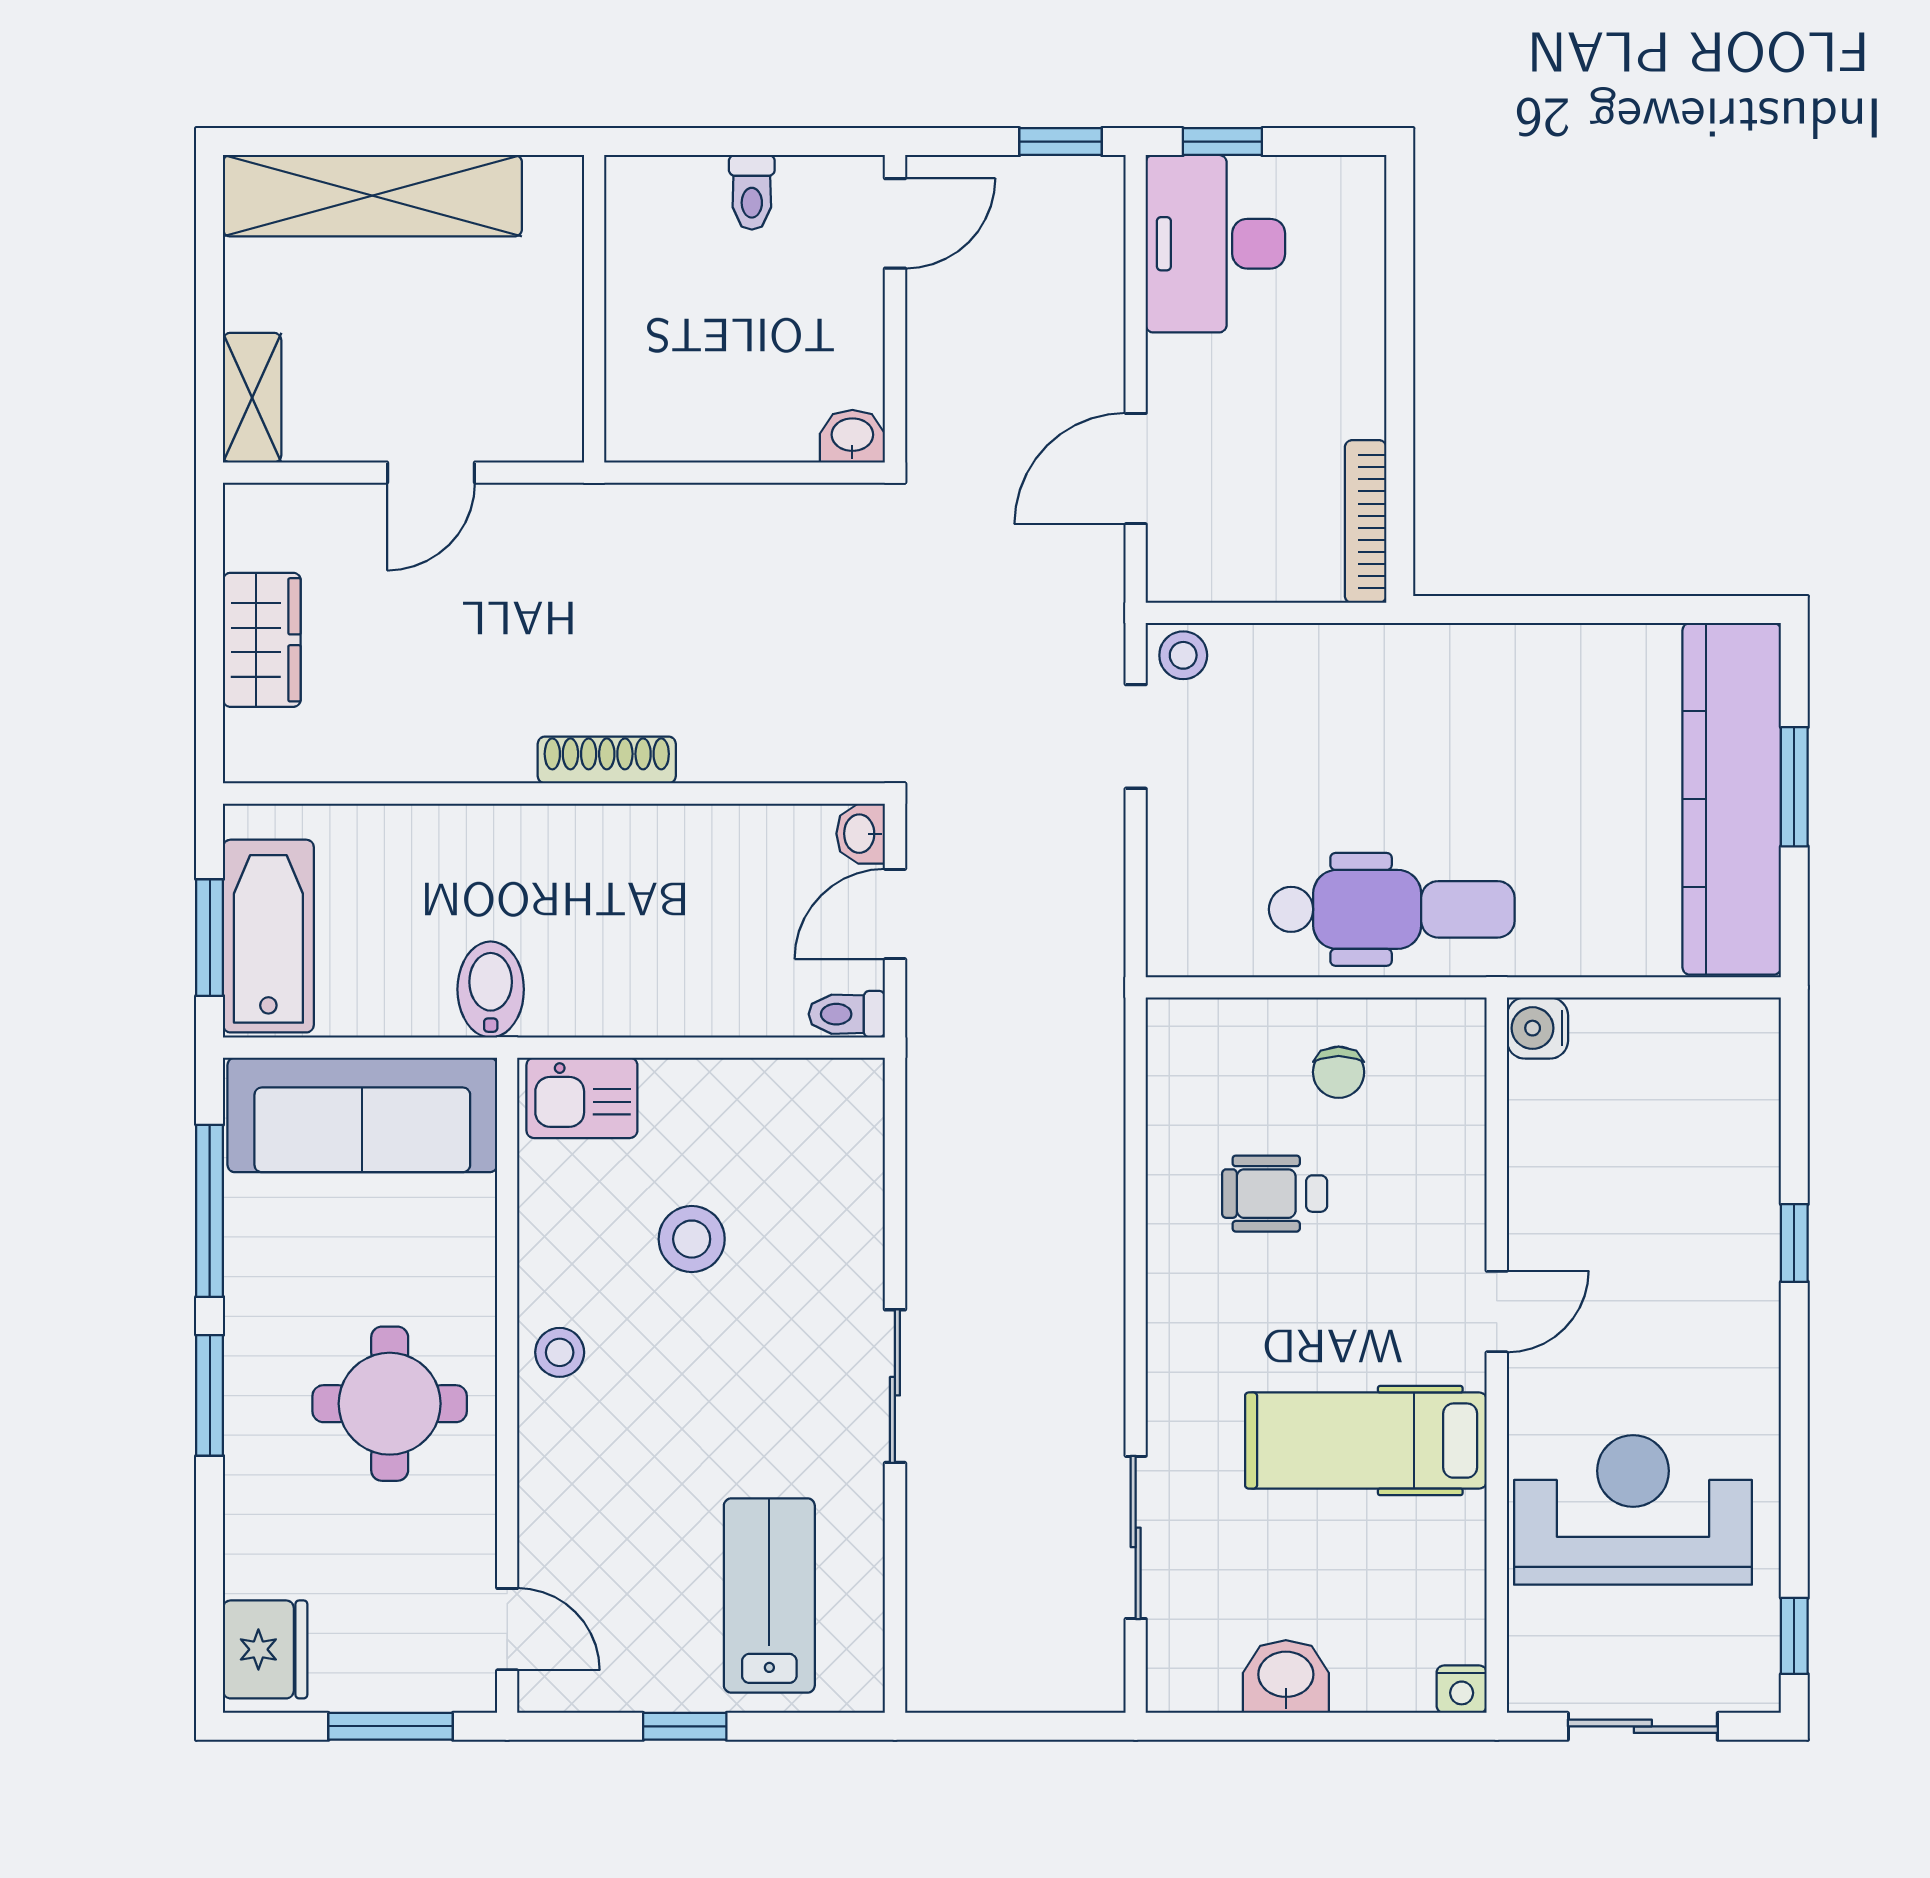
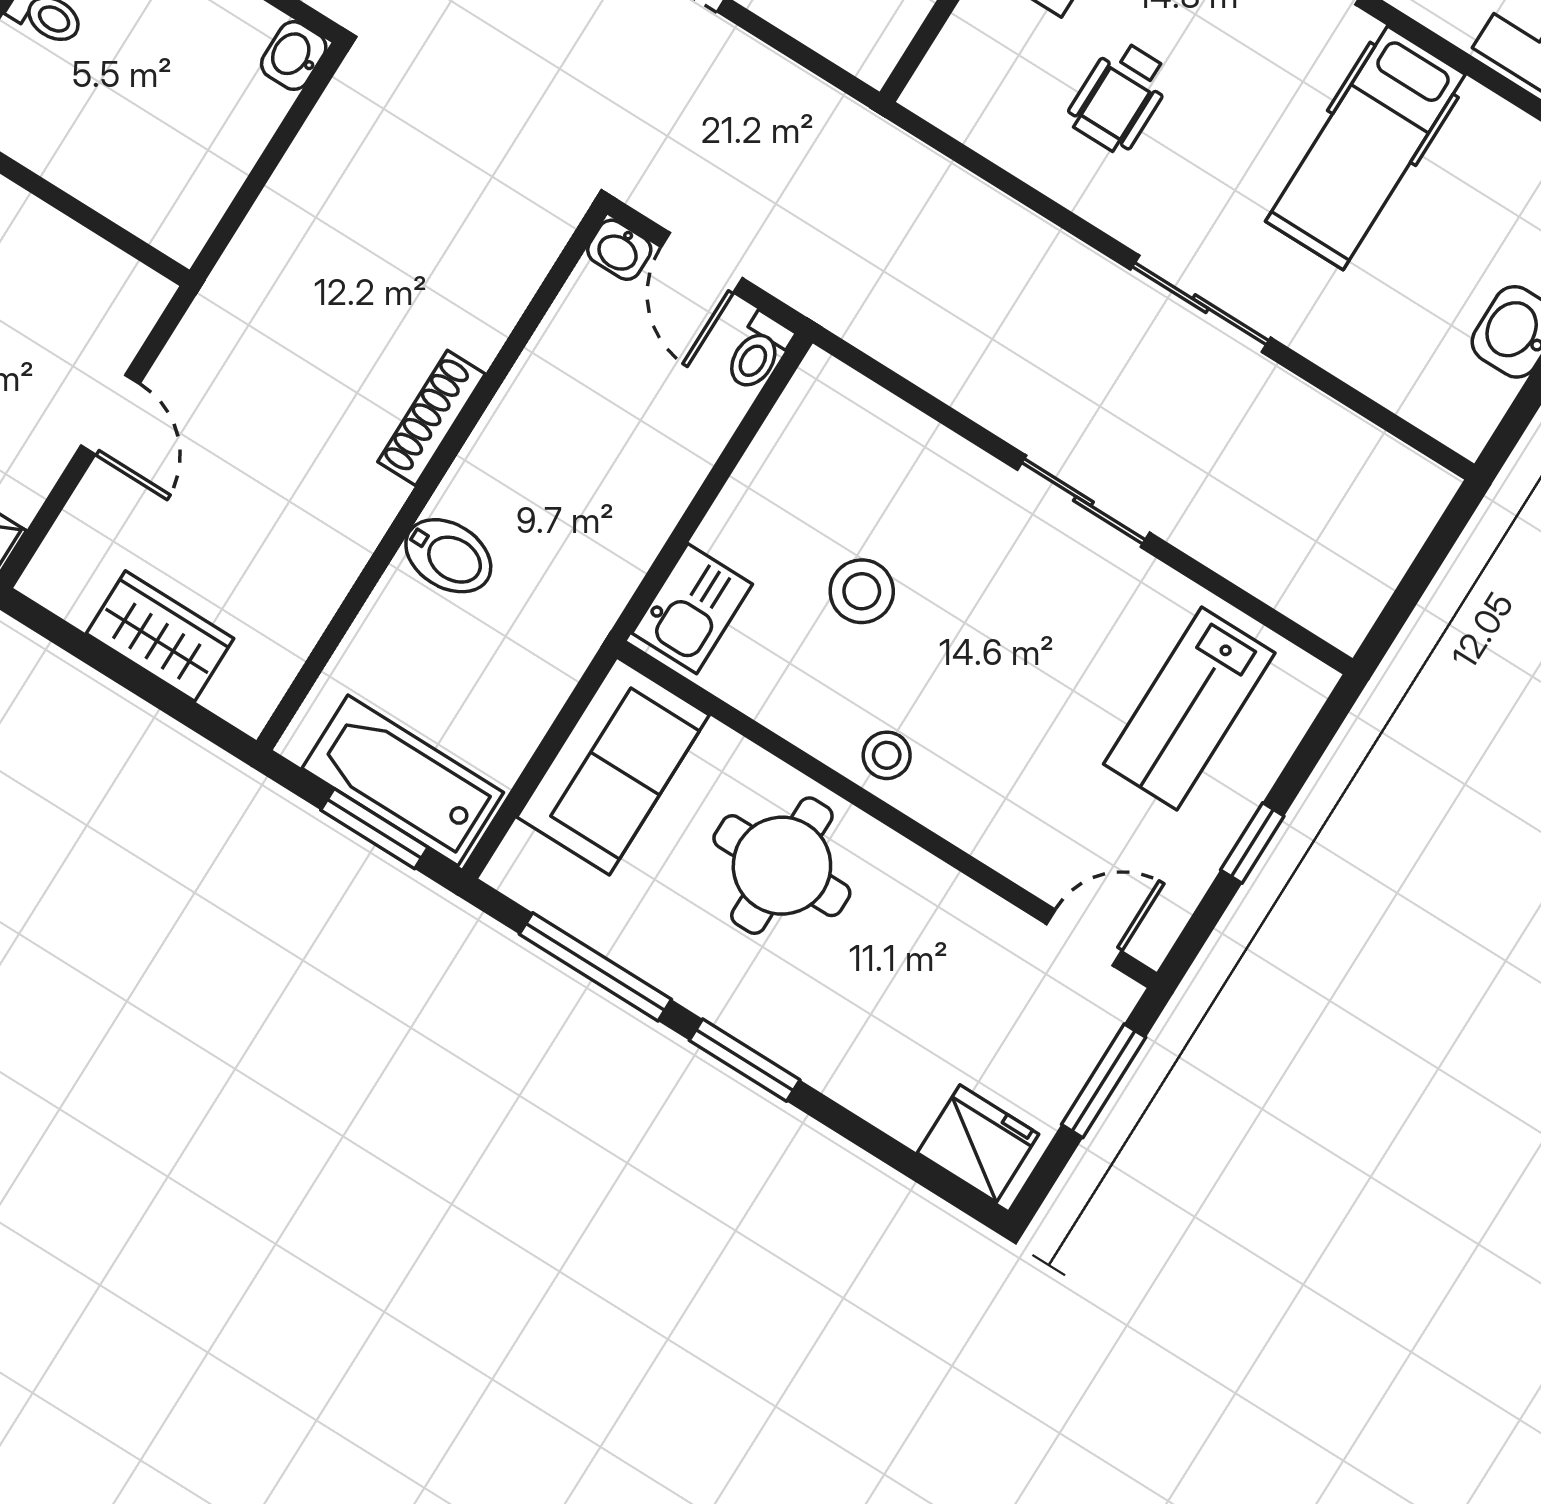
bidet: (491, 989) -> (448, 556), moved, turned 180
sofa: (362, 1115) -> (613, 766), width x0.73
round table: (390, 1404) -> (782, 866), moved
sliding door: (1136, 1537) -> (1200, 304), moved
lab bench: (769, 1596) -> (1189, 709), turned -90

